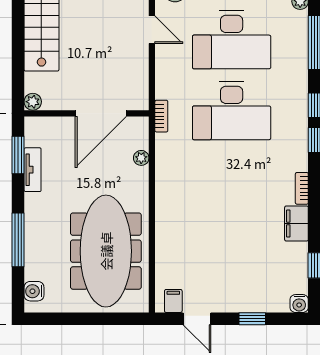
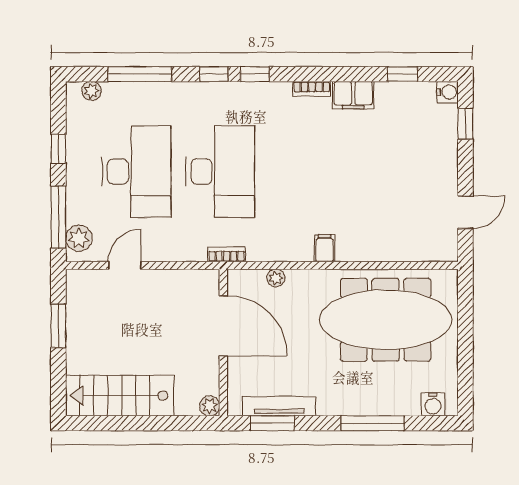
tv unit: (33, 170) -> (279, 406), width x1.41
filing cabinet: (173, 301) -> (325, 248), moved, turned 90
window: (252, 319) -> (465, 124), moved

